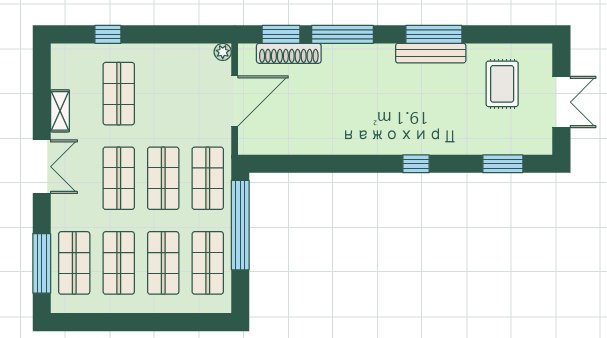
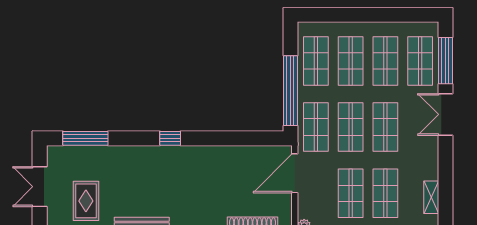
shop shelf: (163, 94) -> (351, 193), added
door: (235, 101) -> (295, 173), moved
shelving: (60, 111) -> (431, 197), moved
window: (416, 164) -> (170, 138), moved
window: (503, 164) -> (85, 138), width x1.44
double door: (42, 167) -> (445, 114), moved

